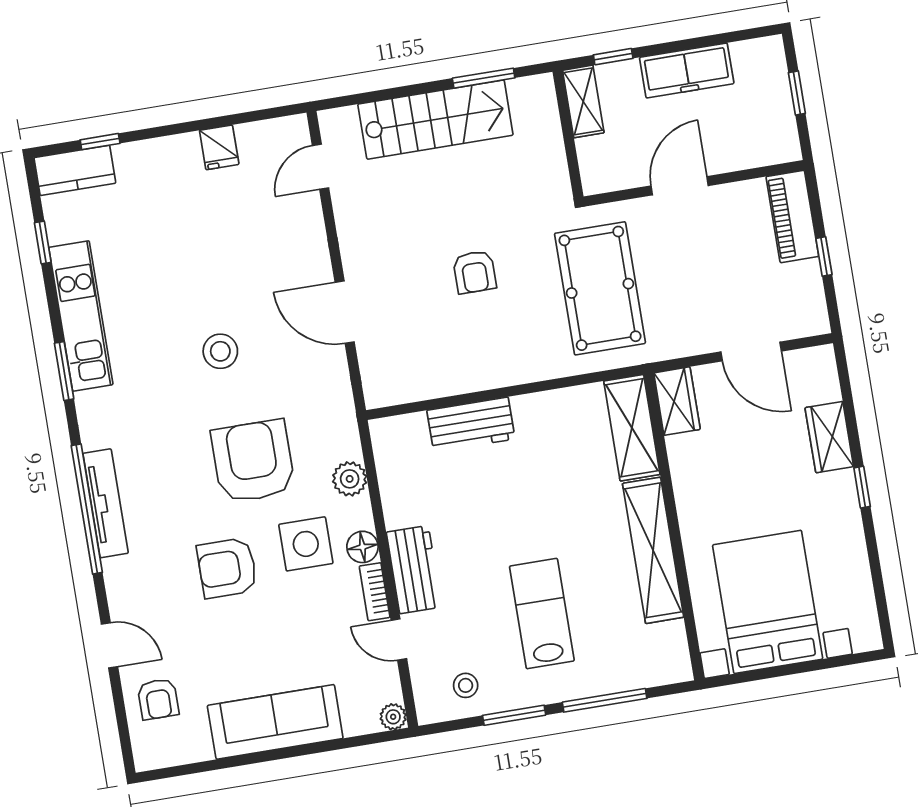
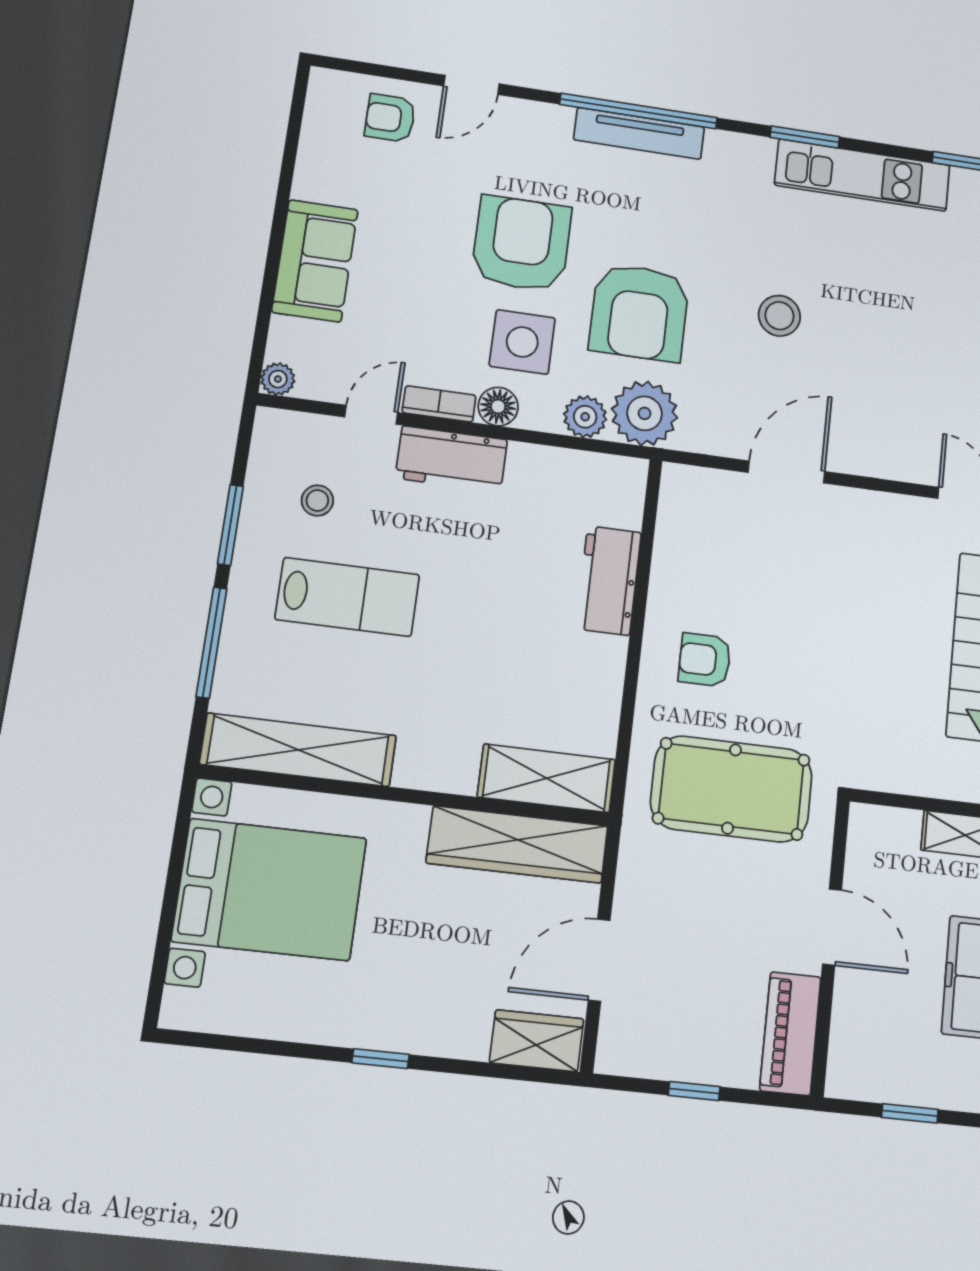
piano: (792, 216) -> (790, 1034), moved, turned -90
armchair: (474, 272) -> (705, 660), moved
wardrobe: (677, 401) -> (517, 844), width x2.10, depth x1.17
plant: (333, 434) -> (645, 413), added
wardrobe: (829, 437) -> (537, 1041), moved
armchair: (253, 461) -> (639, 312), turned 90
shelving: (653, 550) -> (298, 750), moved
armchair: (227, 568) -> (521, 244), width x1.36, depth x1.36
stool: (466, 685) -> (317, 501), moved
sofa: (275, 722) -> (315, 261), width x0.73

